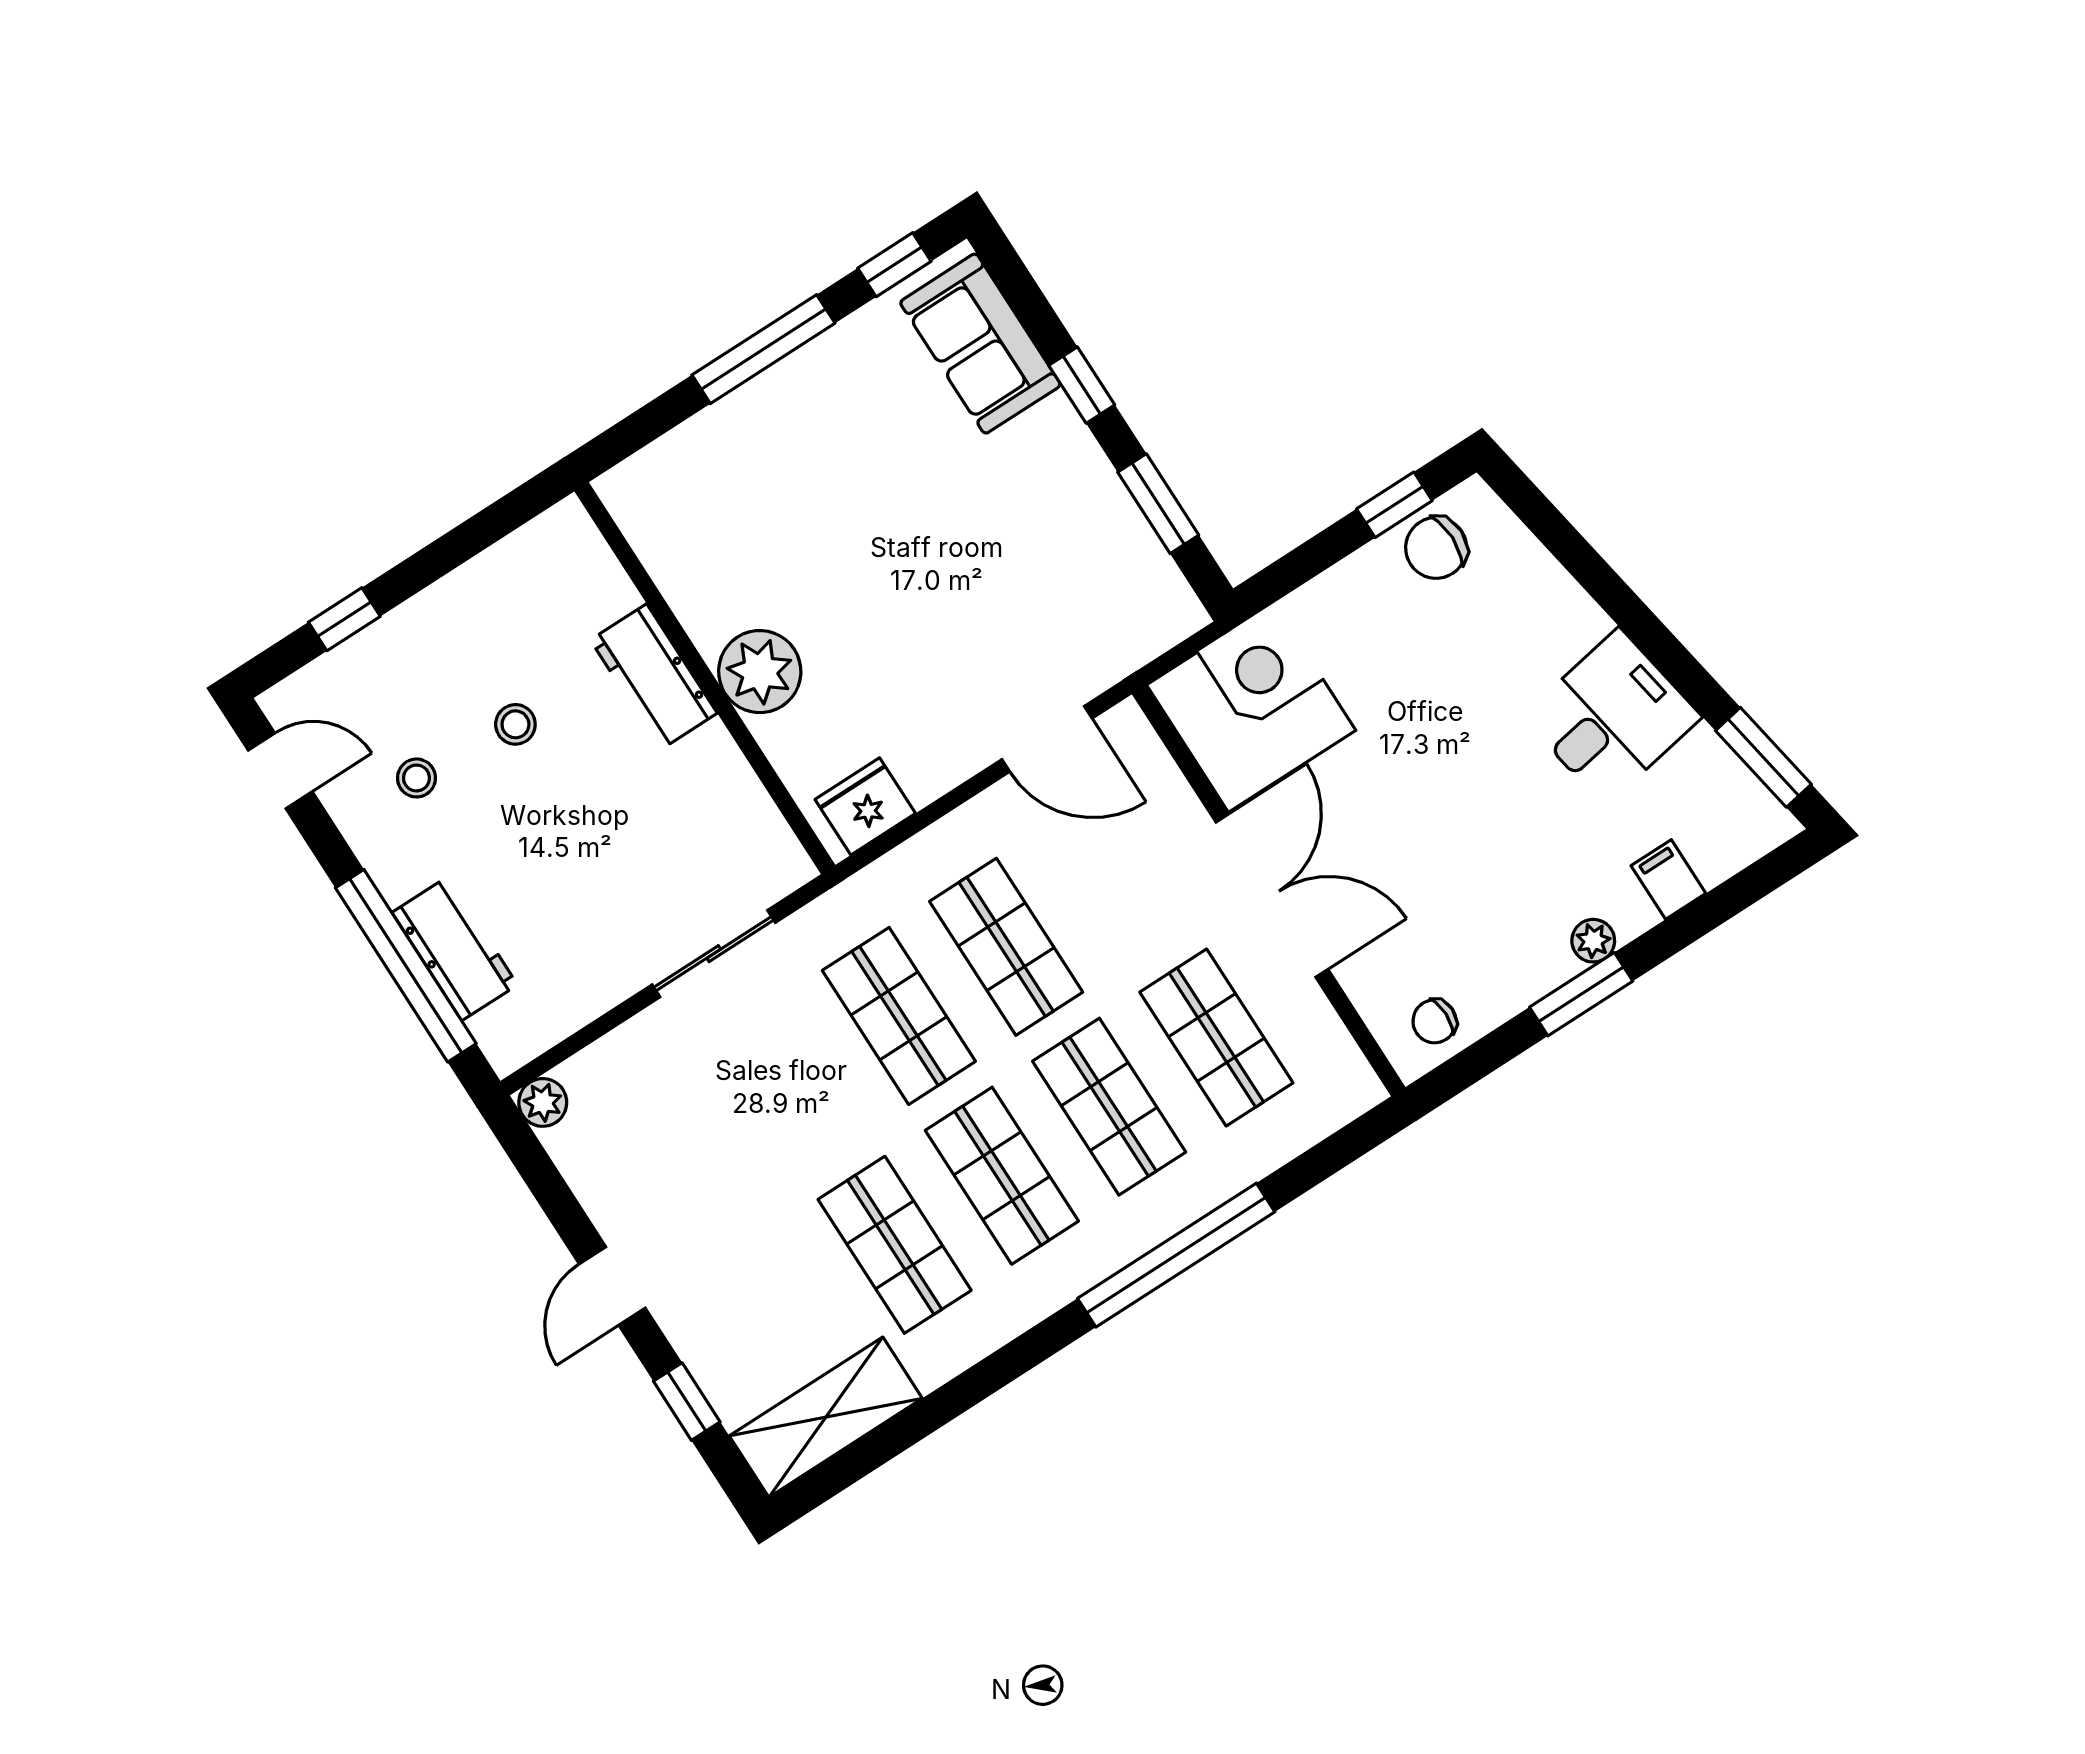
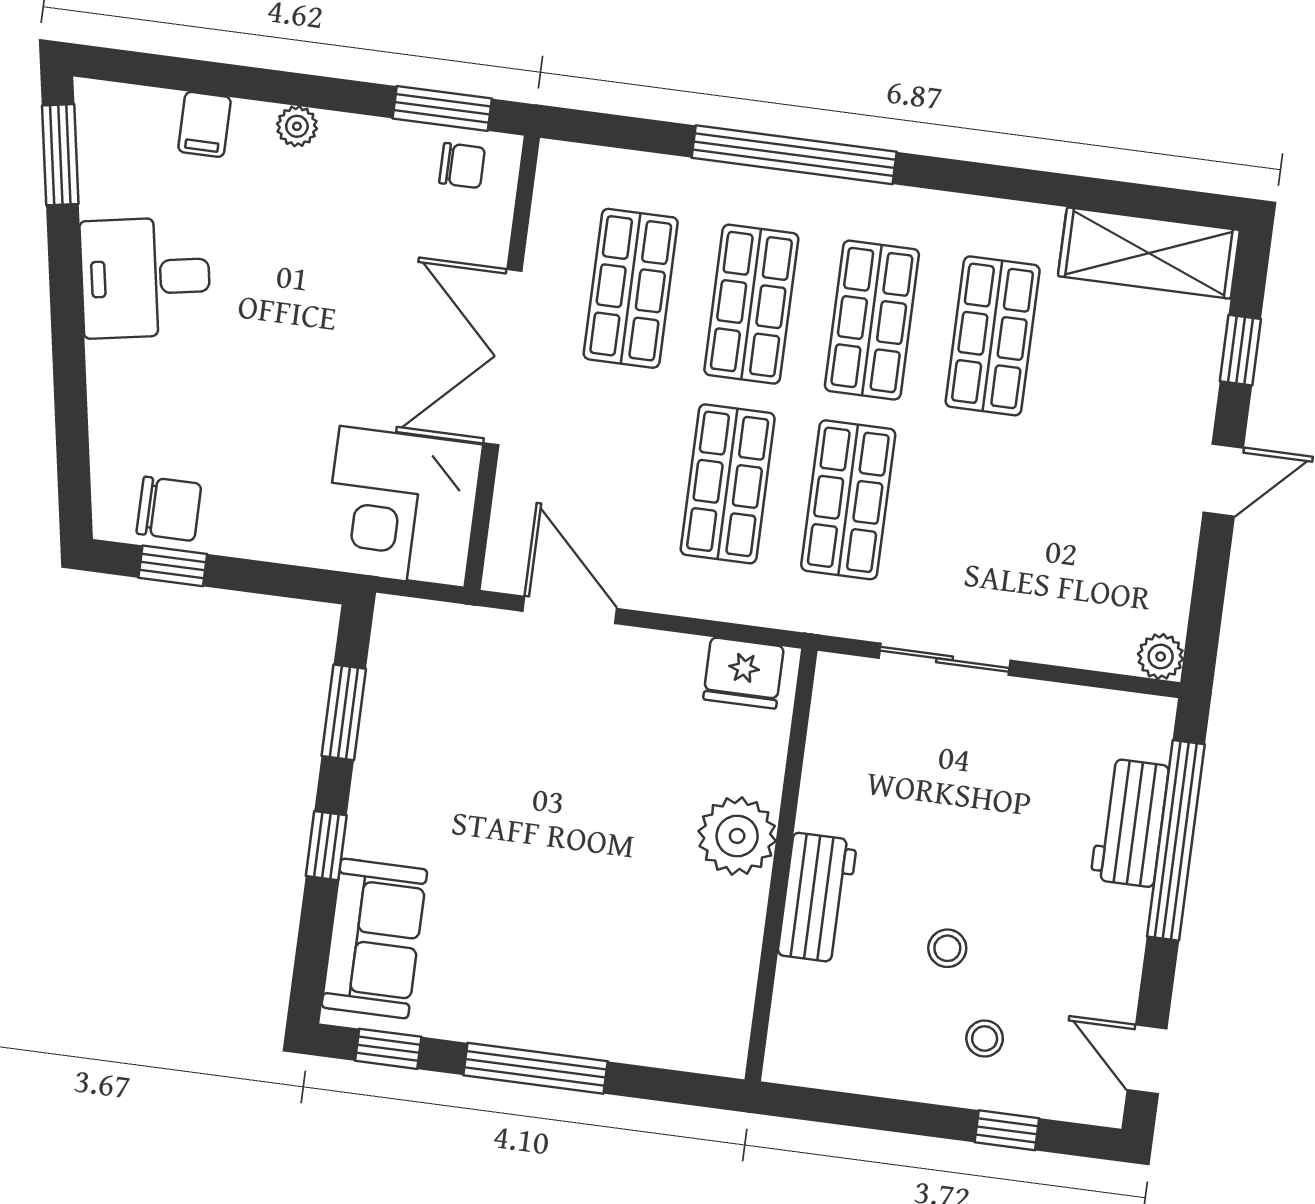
stool: (416, 778) -> (985, 1039), moved
window: (1581, 994) -> (442, 108), moved

